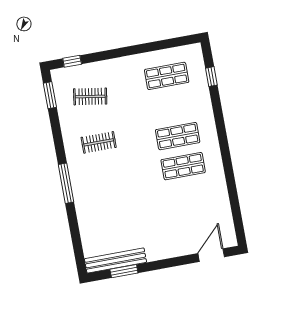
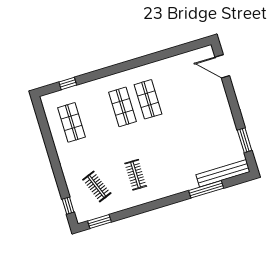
clothes rail: (90, 96) -> (97, 186), turned -30
window: (66, 183) -> (206, 189), moved
bench: (115, 260) -> (223, 173), moved, turned 90

